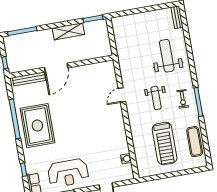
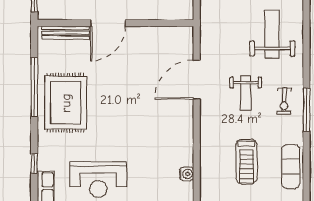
door: (122, 95) -> (197, 80), width x1.87
treadmill: (165, 143) -> (246, 162), width x0.73, depth x0.73

